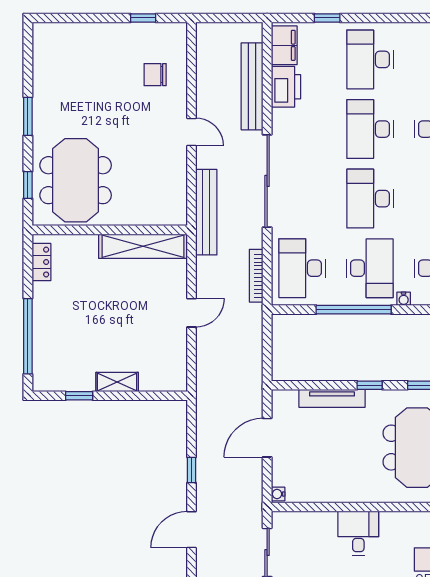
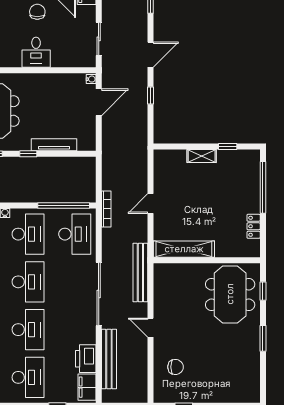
locker: (41, 262) -> (254, 226), moved
desk: (370, 268) -> (28, 234), turned 180
bookcase: (256, 276) -> (106, 209), moved
window: (354, 310) -> (64, 206), moved
door: (267, 438) -> (99, 102), moved

